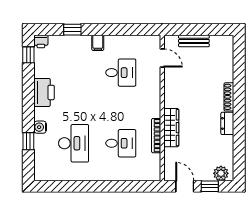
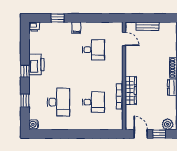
window: (28, 55) -> (25, 71), moved
water cooler: (40, 127) -> (34, 124), moved

